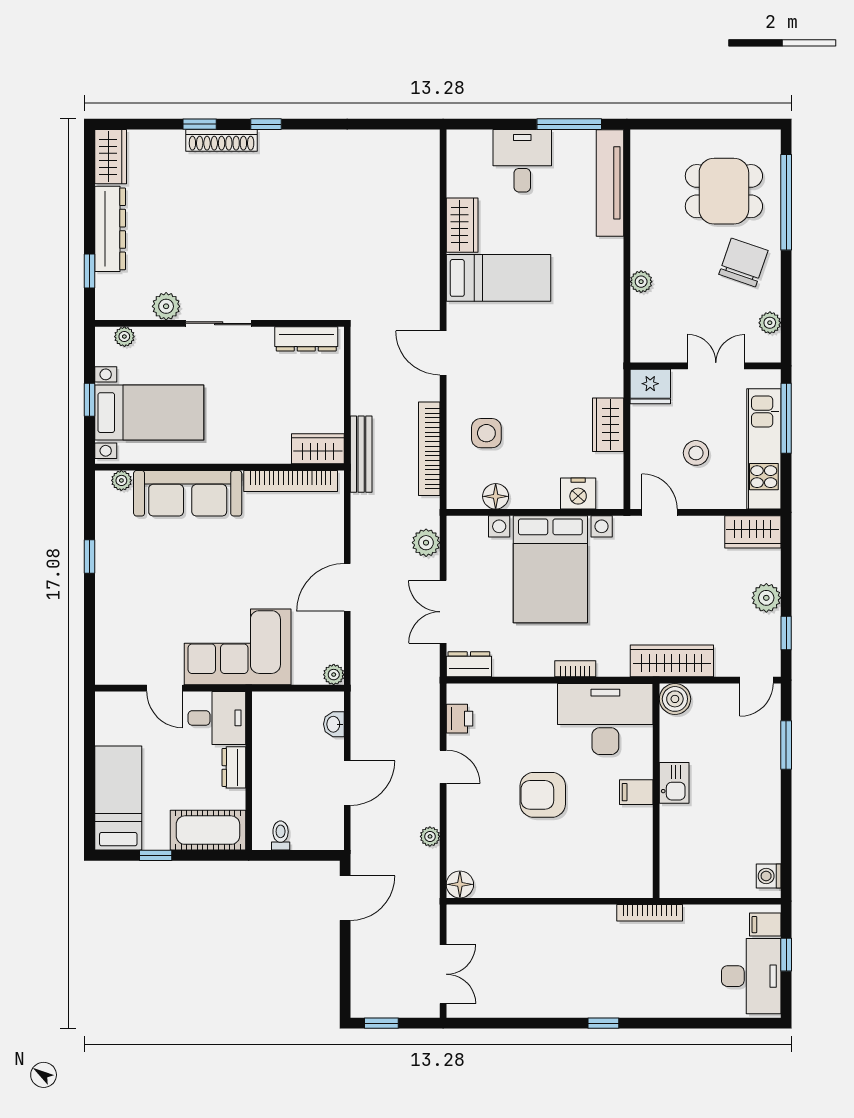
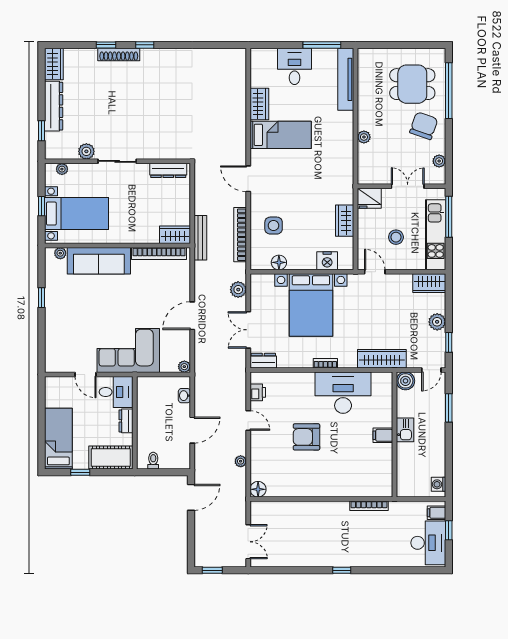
boiler: (675, 699) -> (405, 381), moved
kitchen sink: (674, 783) -> (405, 430), moved
wall: (656, 791) -> (395, 434), moved
filing cabinet: (636, 792) -> (383, 435), moved

